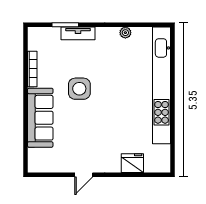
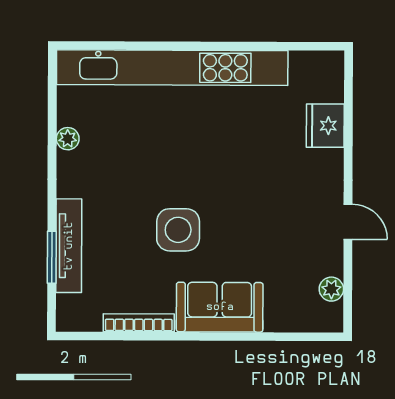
tv unit: (78, 33) -> (69, 246), width x1.41
sofa: (40, 118) -> (220, 307), width x0.73
plant: (50, 166) -> (331, 289), added

